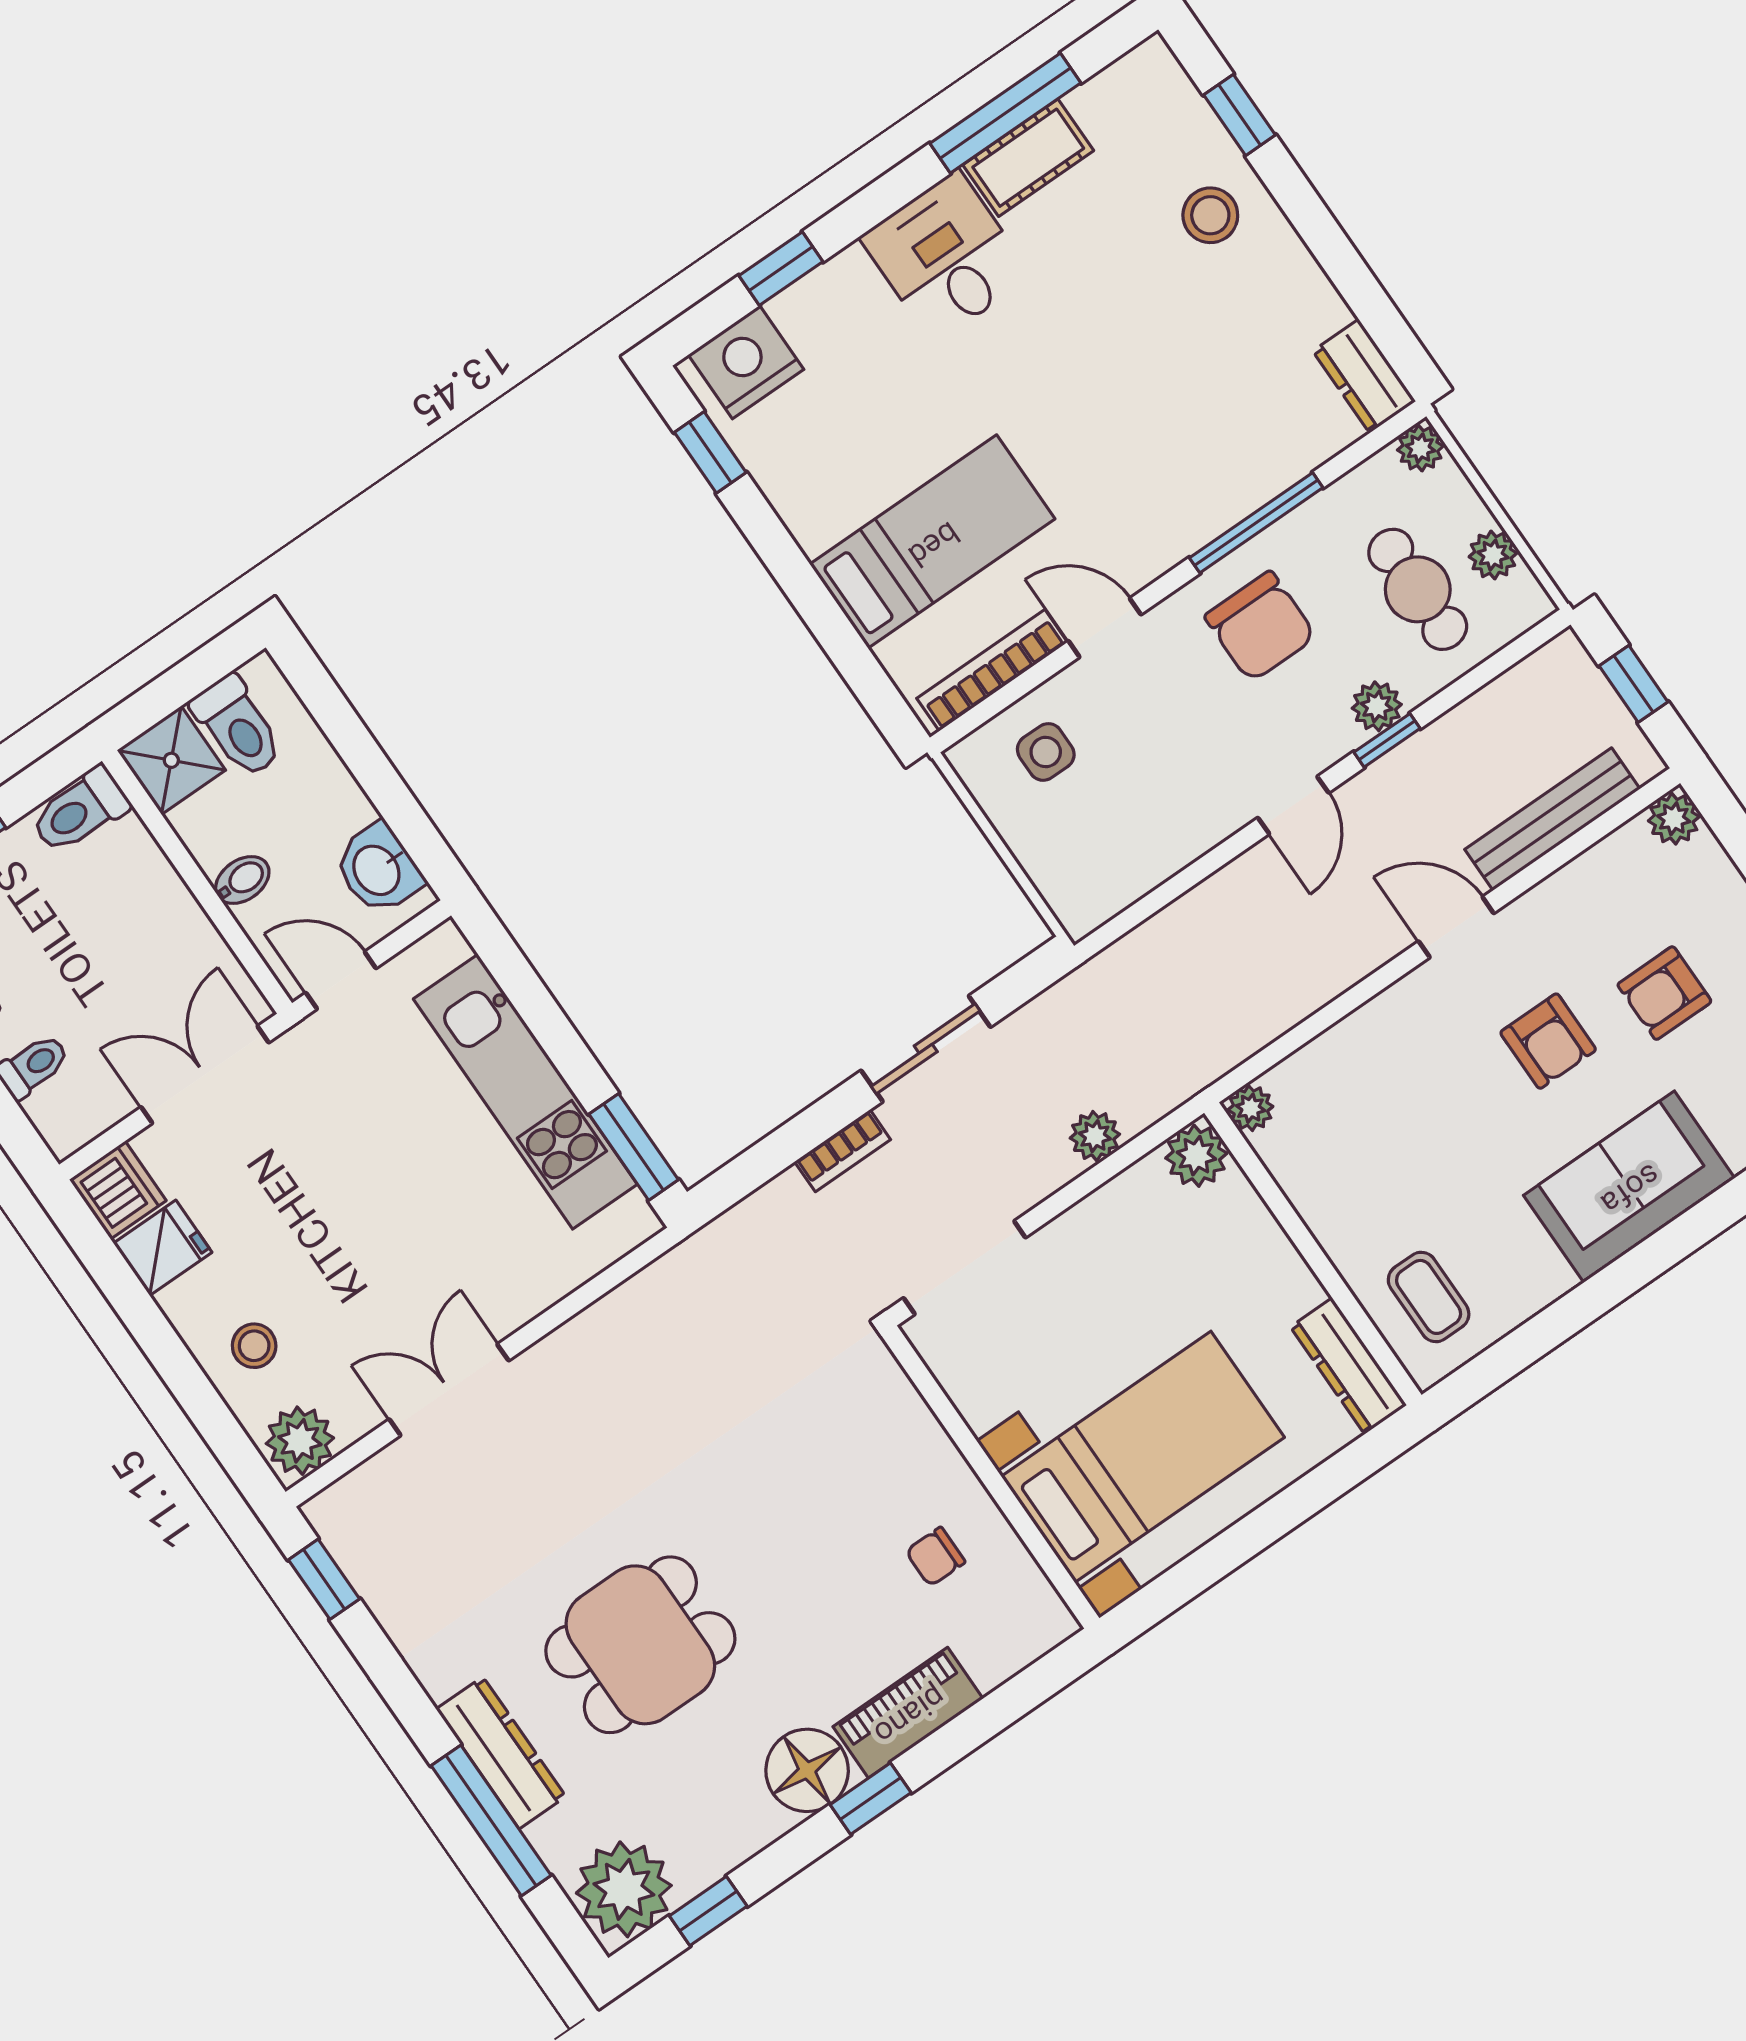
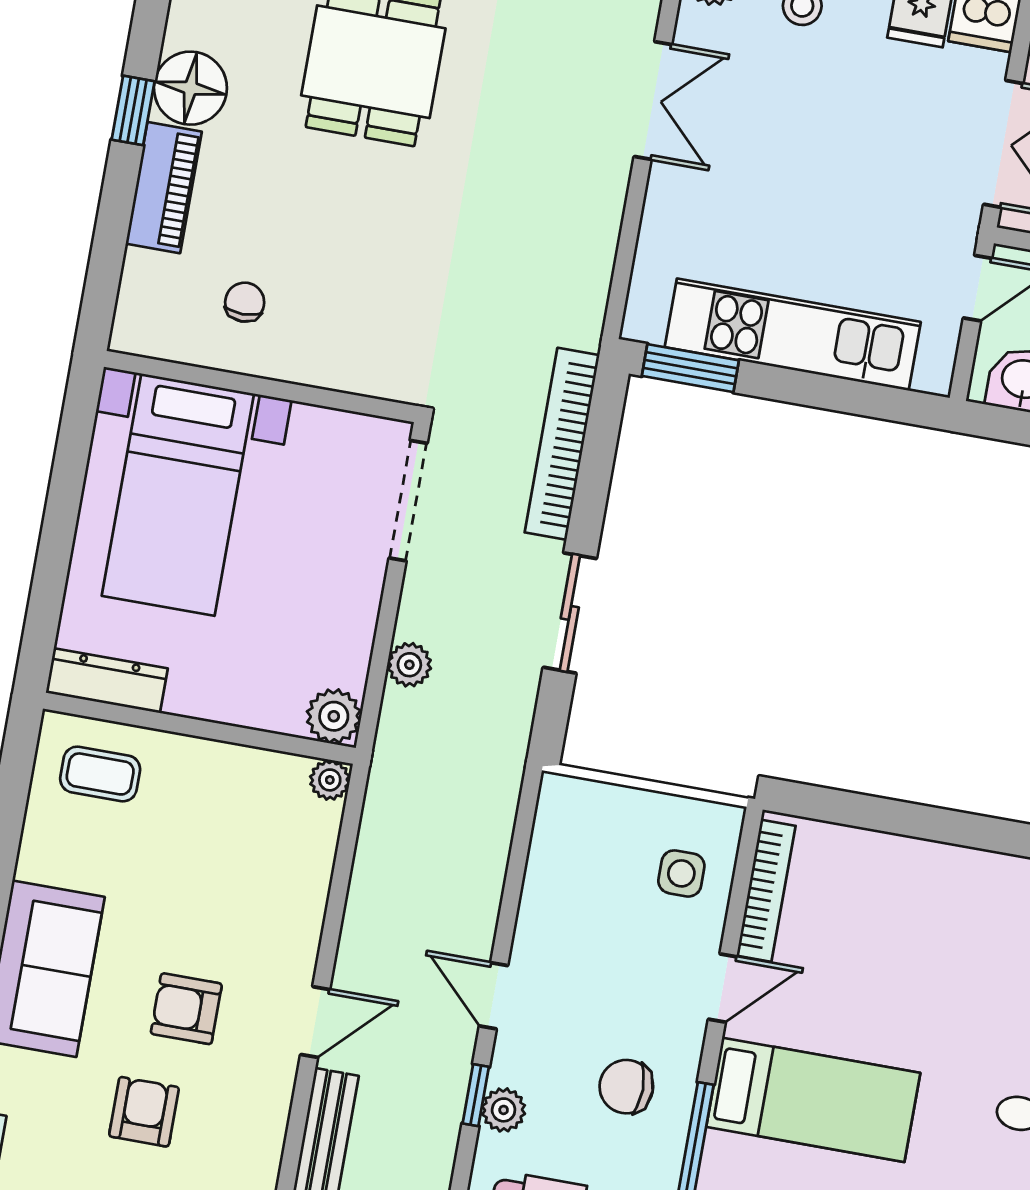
bed: (932, 542) -> (813, 1100), moved, turned -90
chair: (1260, 626) -> (626, 1087), width x0.73, depth x0.73
bookcase: (843, 1151) -> (562, 444), width x2.31, depth x1.31

